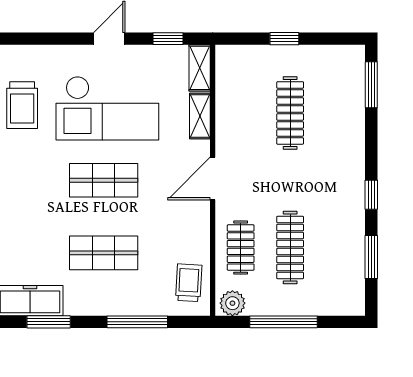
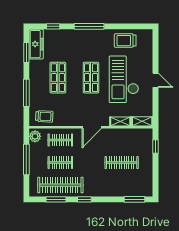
window: (168, 39) -> (156, 107), removed
window: (284, 39) -> (156, 146), moved
door: (213, 179) -> (92, 127), swing flipped
clothes rail: (290, 248) -> (60, 163), width x0.73
clothes rail: (340, 248) -> (60, 185), added

